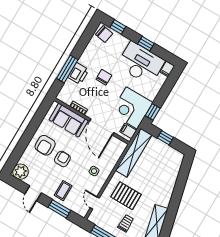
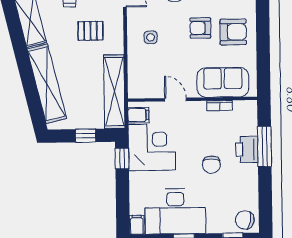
door: (102, 127) -> (175, 100), width x0.53
armchair: (45, 145) -> (233, 32), turned 90
armchair: (62, 159) -> (200, 28), turned 90
shelving: (169, 181) -> (47, 84), added
pallet: (126, 196) -> (90, 31), width x0.67, depth x0.71

